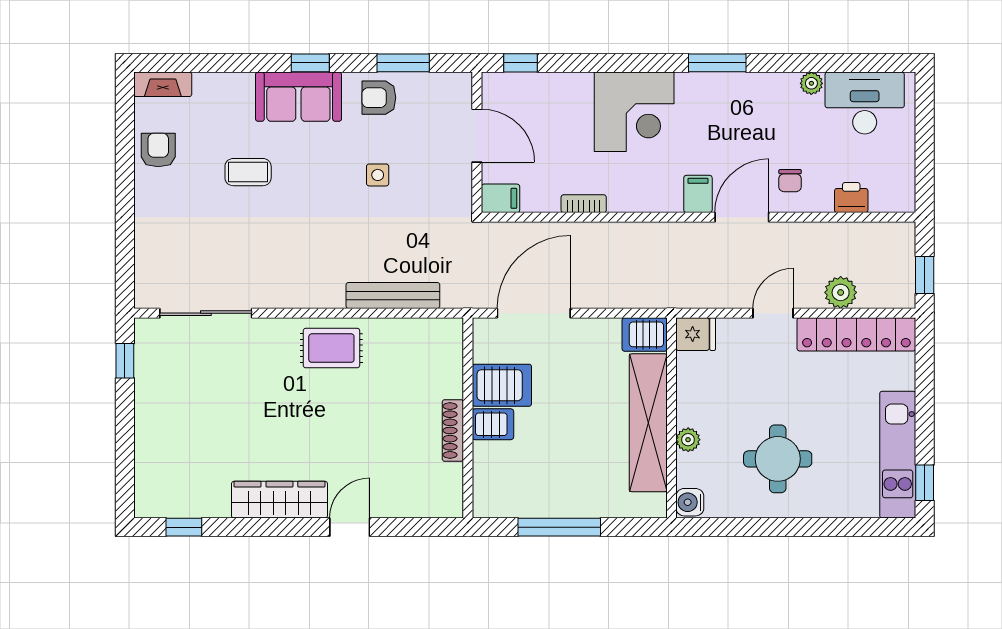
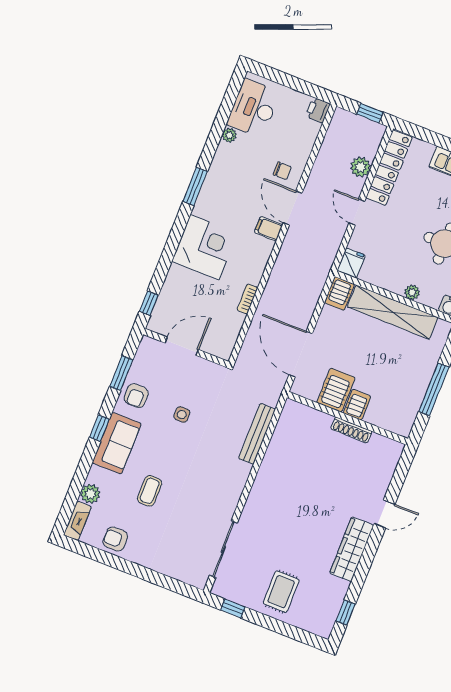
plant: (210, 87) -> (90, 494), added
filing cabinet: (500, 198) -> (225, 347), removed
printer: (851, 198) -> (318, 110), moved
rug: (331, 348) -> (281, 592), moved
door: (350, 527) -> (385, 514), swing flipped

